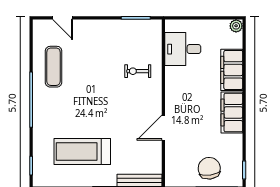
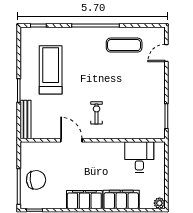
exercise bike: (138, 71) -> (97, 113), moved

